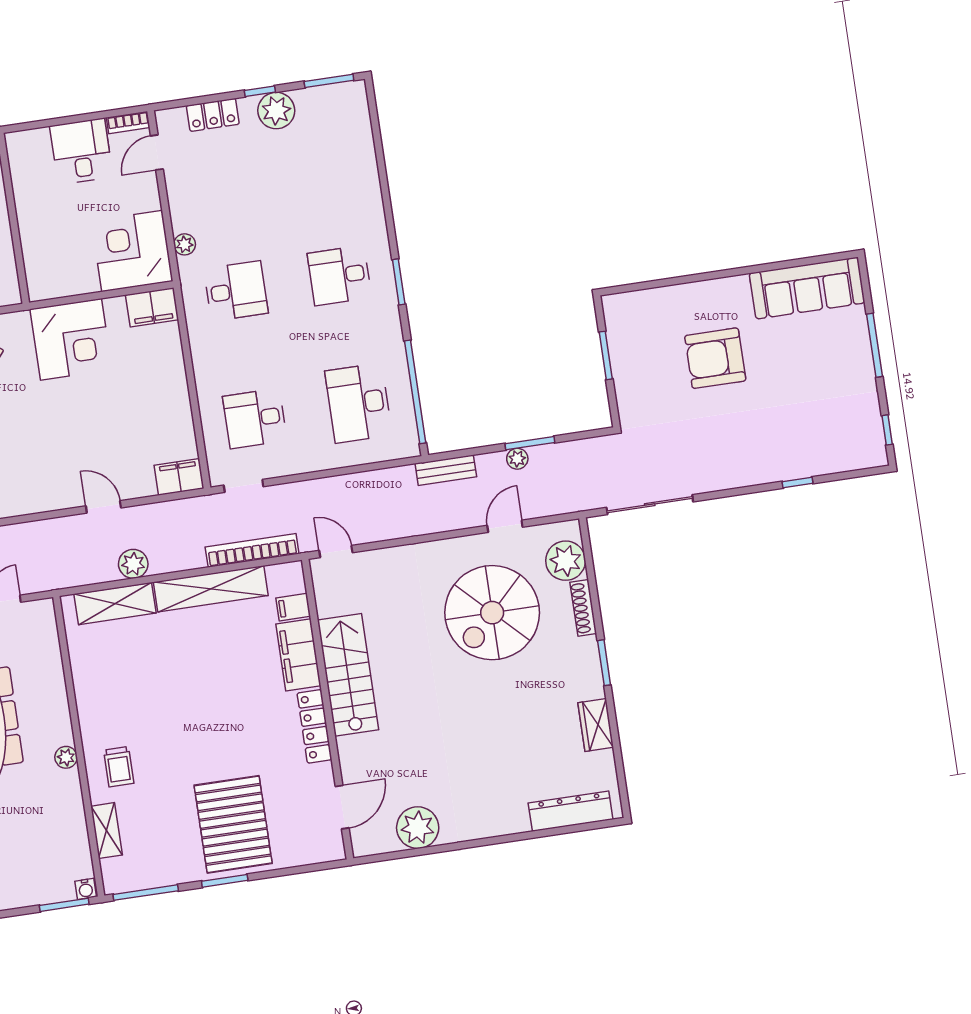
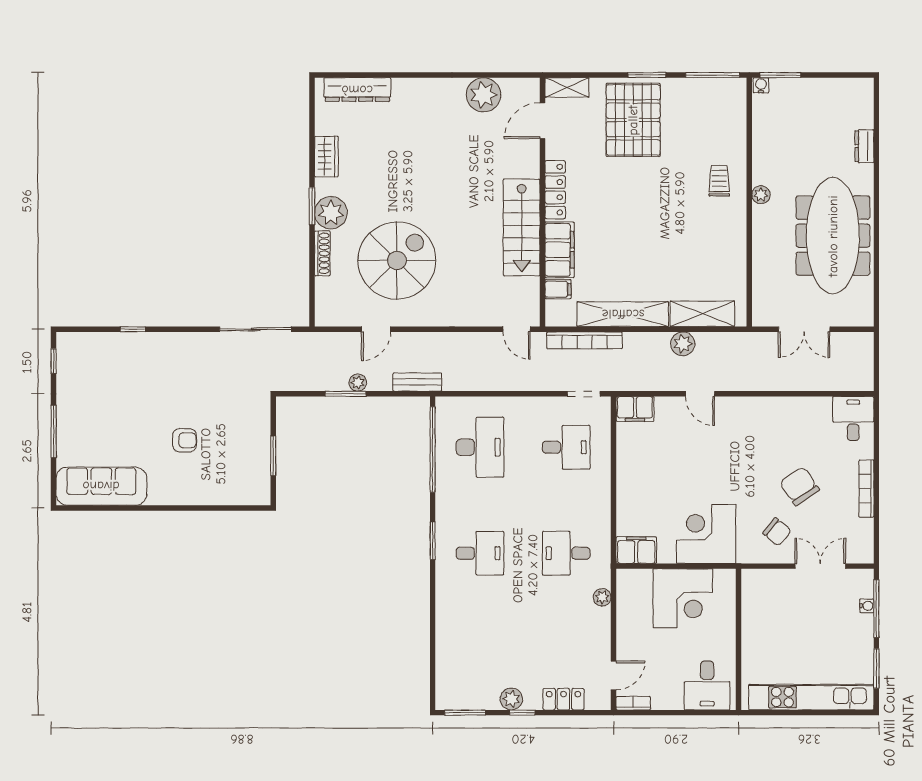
plant: (276, 111) -> (511, 699), width x0.73, depth x0.73
desk: (81, 151) -> (707, 685), moved
corner desk: (132, 251) -> (683, 598), moved
armchair: (715, 358) -> (185, 440), width x0.53, depth x0.53
plant: (566, 561) -> (331, 213), moved
shelving: (107, 831) -> (567, 87), moved, turned 90

